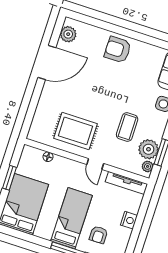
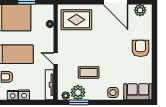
rug: (75, 131) -> (76, 20), moved, turned 90
door: (95, 164) -> (56, 59), hinge flipped
nightstand: (124, 235) -> (13, 95), added

